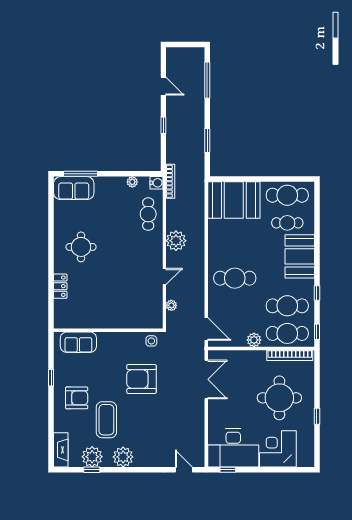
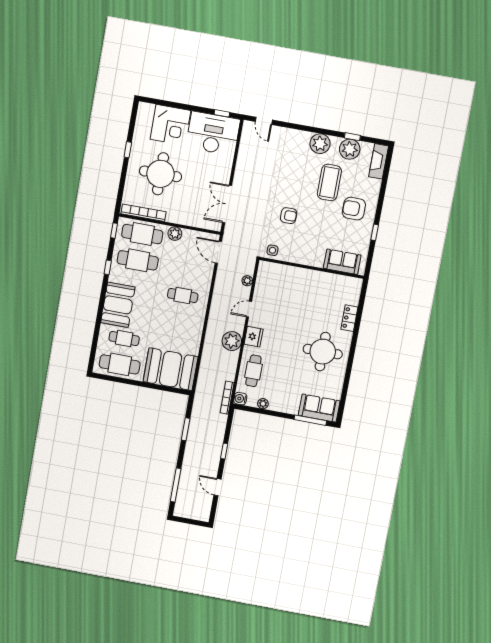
round table: (81, 247) -> (323, 352), width x1.36, depth x1.36
fridge: (155, 249) -> (254, 337), added
cafe table: (235, 278) -> (183, 296), width x0.73, depth x0.74
armchair: (141, 379) -> (289, 216), width x0.53, depth x0.53

